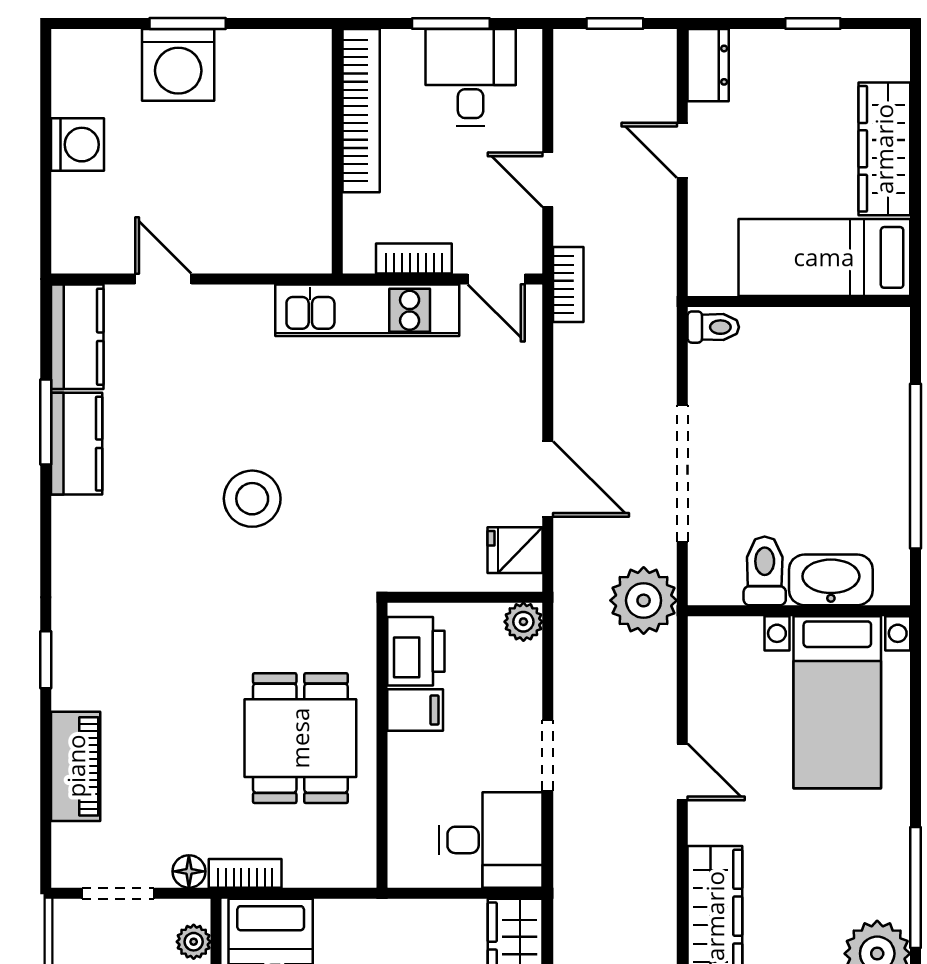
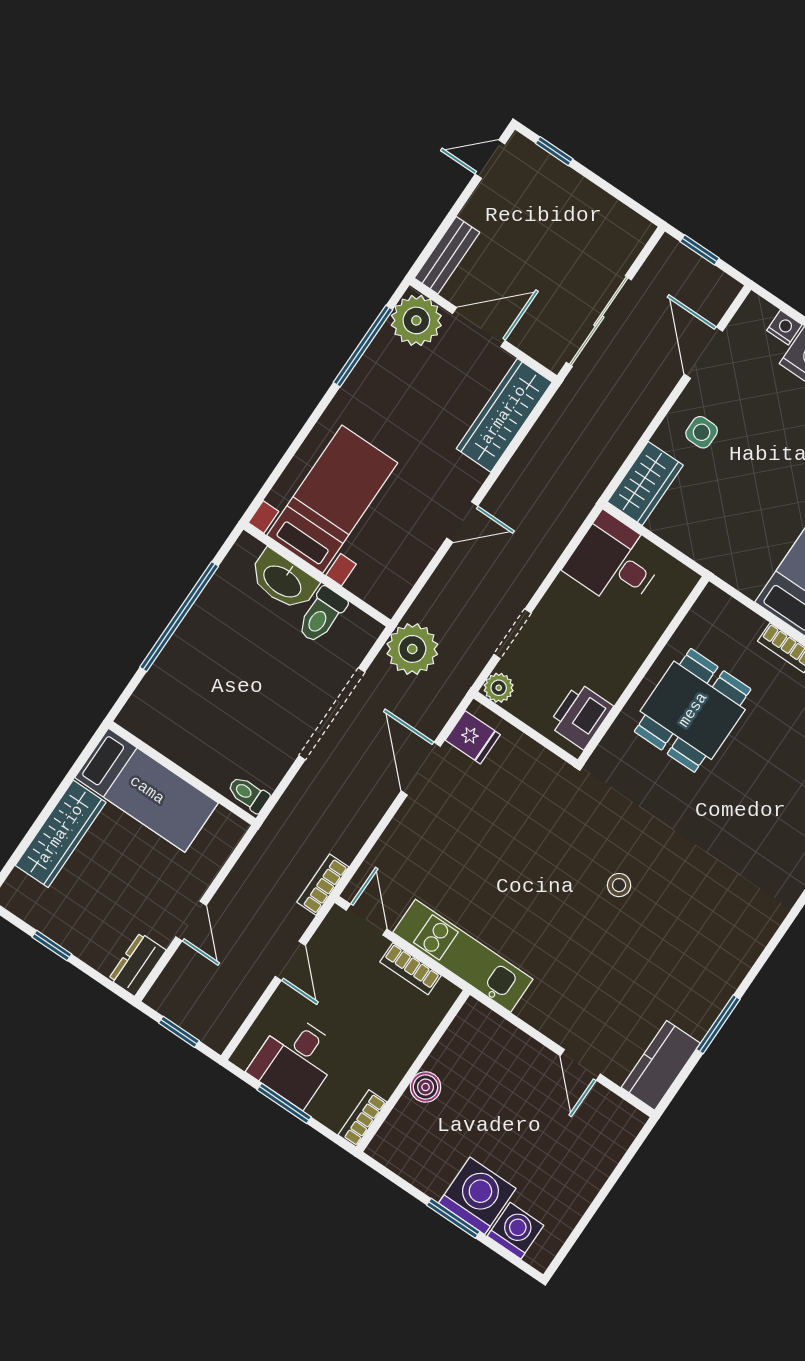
bookcase: (361, 111) -> (362, 1118), width x0.43, depth x0.76
boiler: (312, 143) -> (426, 1087), added
washing machine: (78, 145) -> (516, 1231), moved, turned 90
kitchen counter: (77, 444) -> (708, 997), removed
stool: (252, 499) -> (619, 885), width x0.53, depth x0.53
filing cabinet: (415, 710) -> (607, 678), removed
doorway: (548, 755) -> (512, 634), moved
door: (682, 772) -> (462, 522), swing flipped

